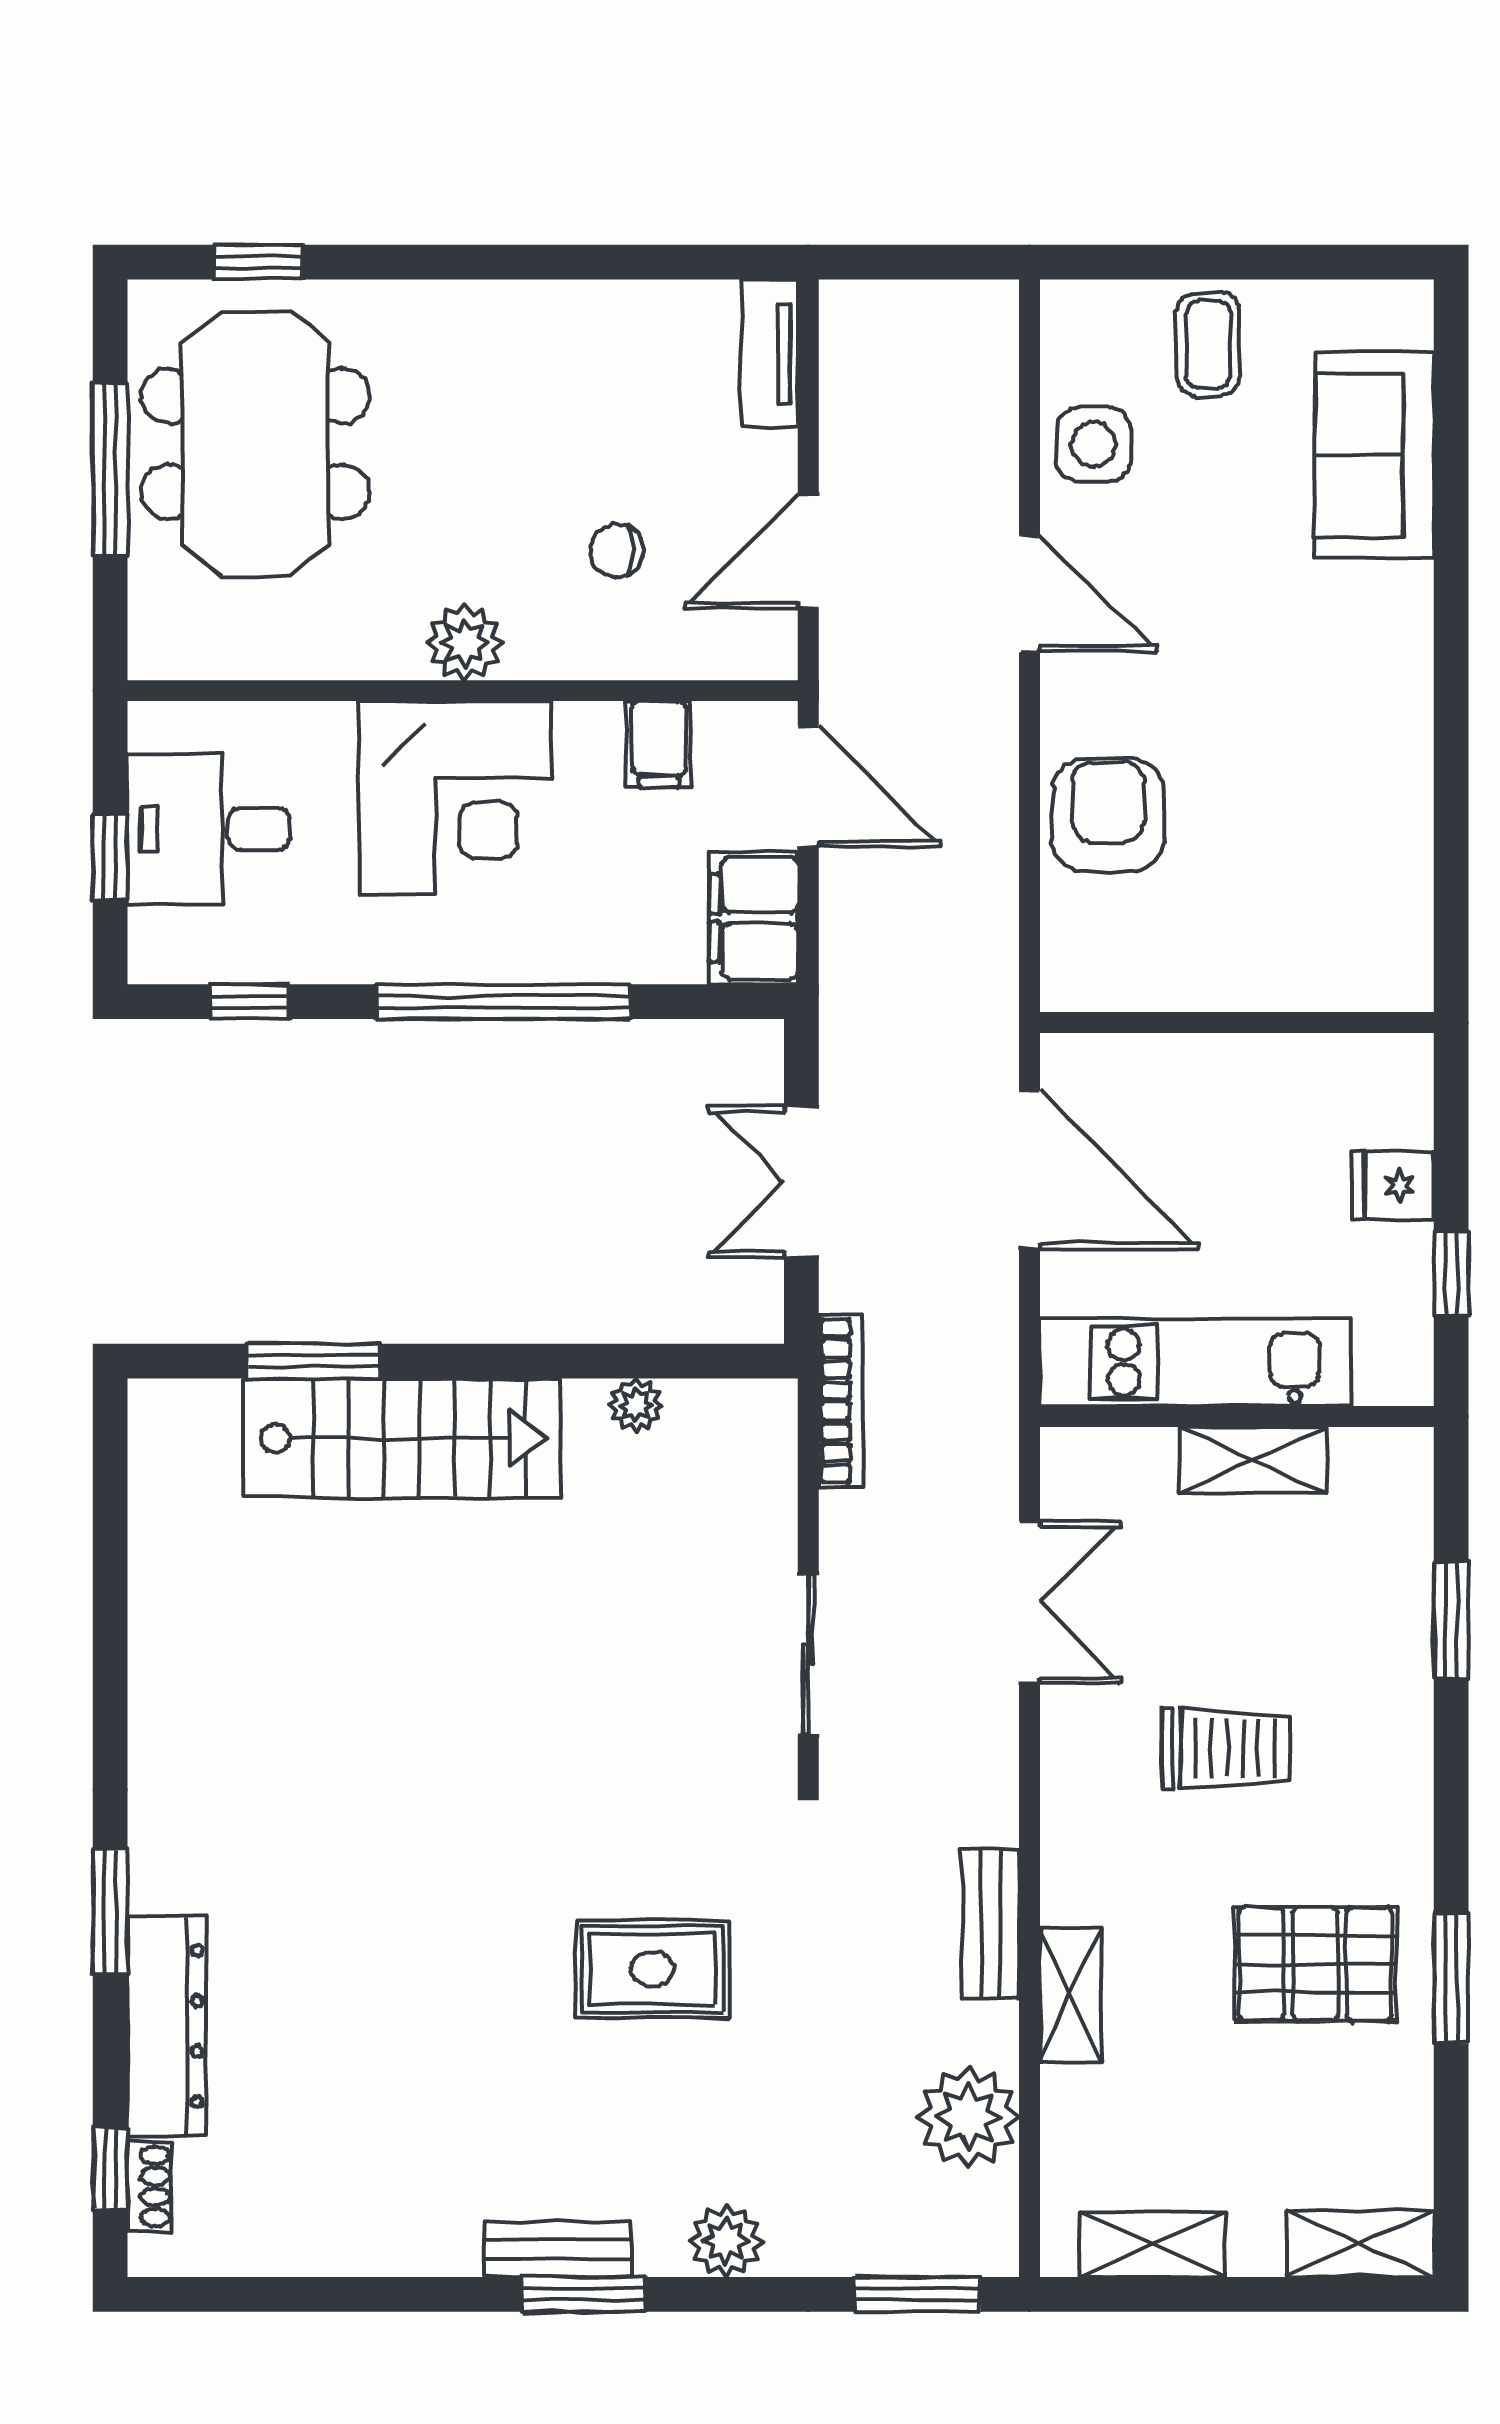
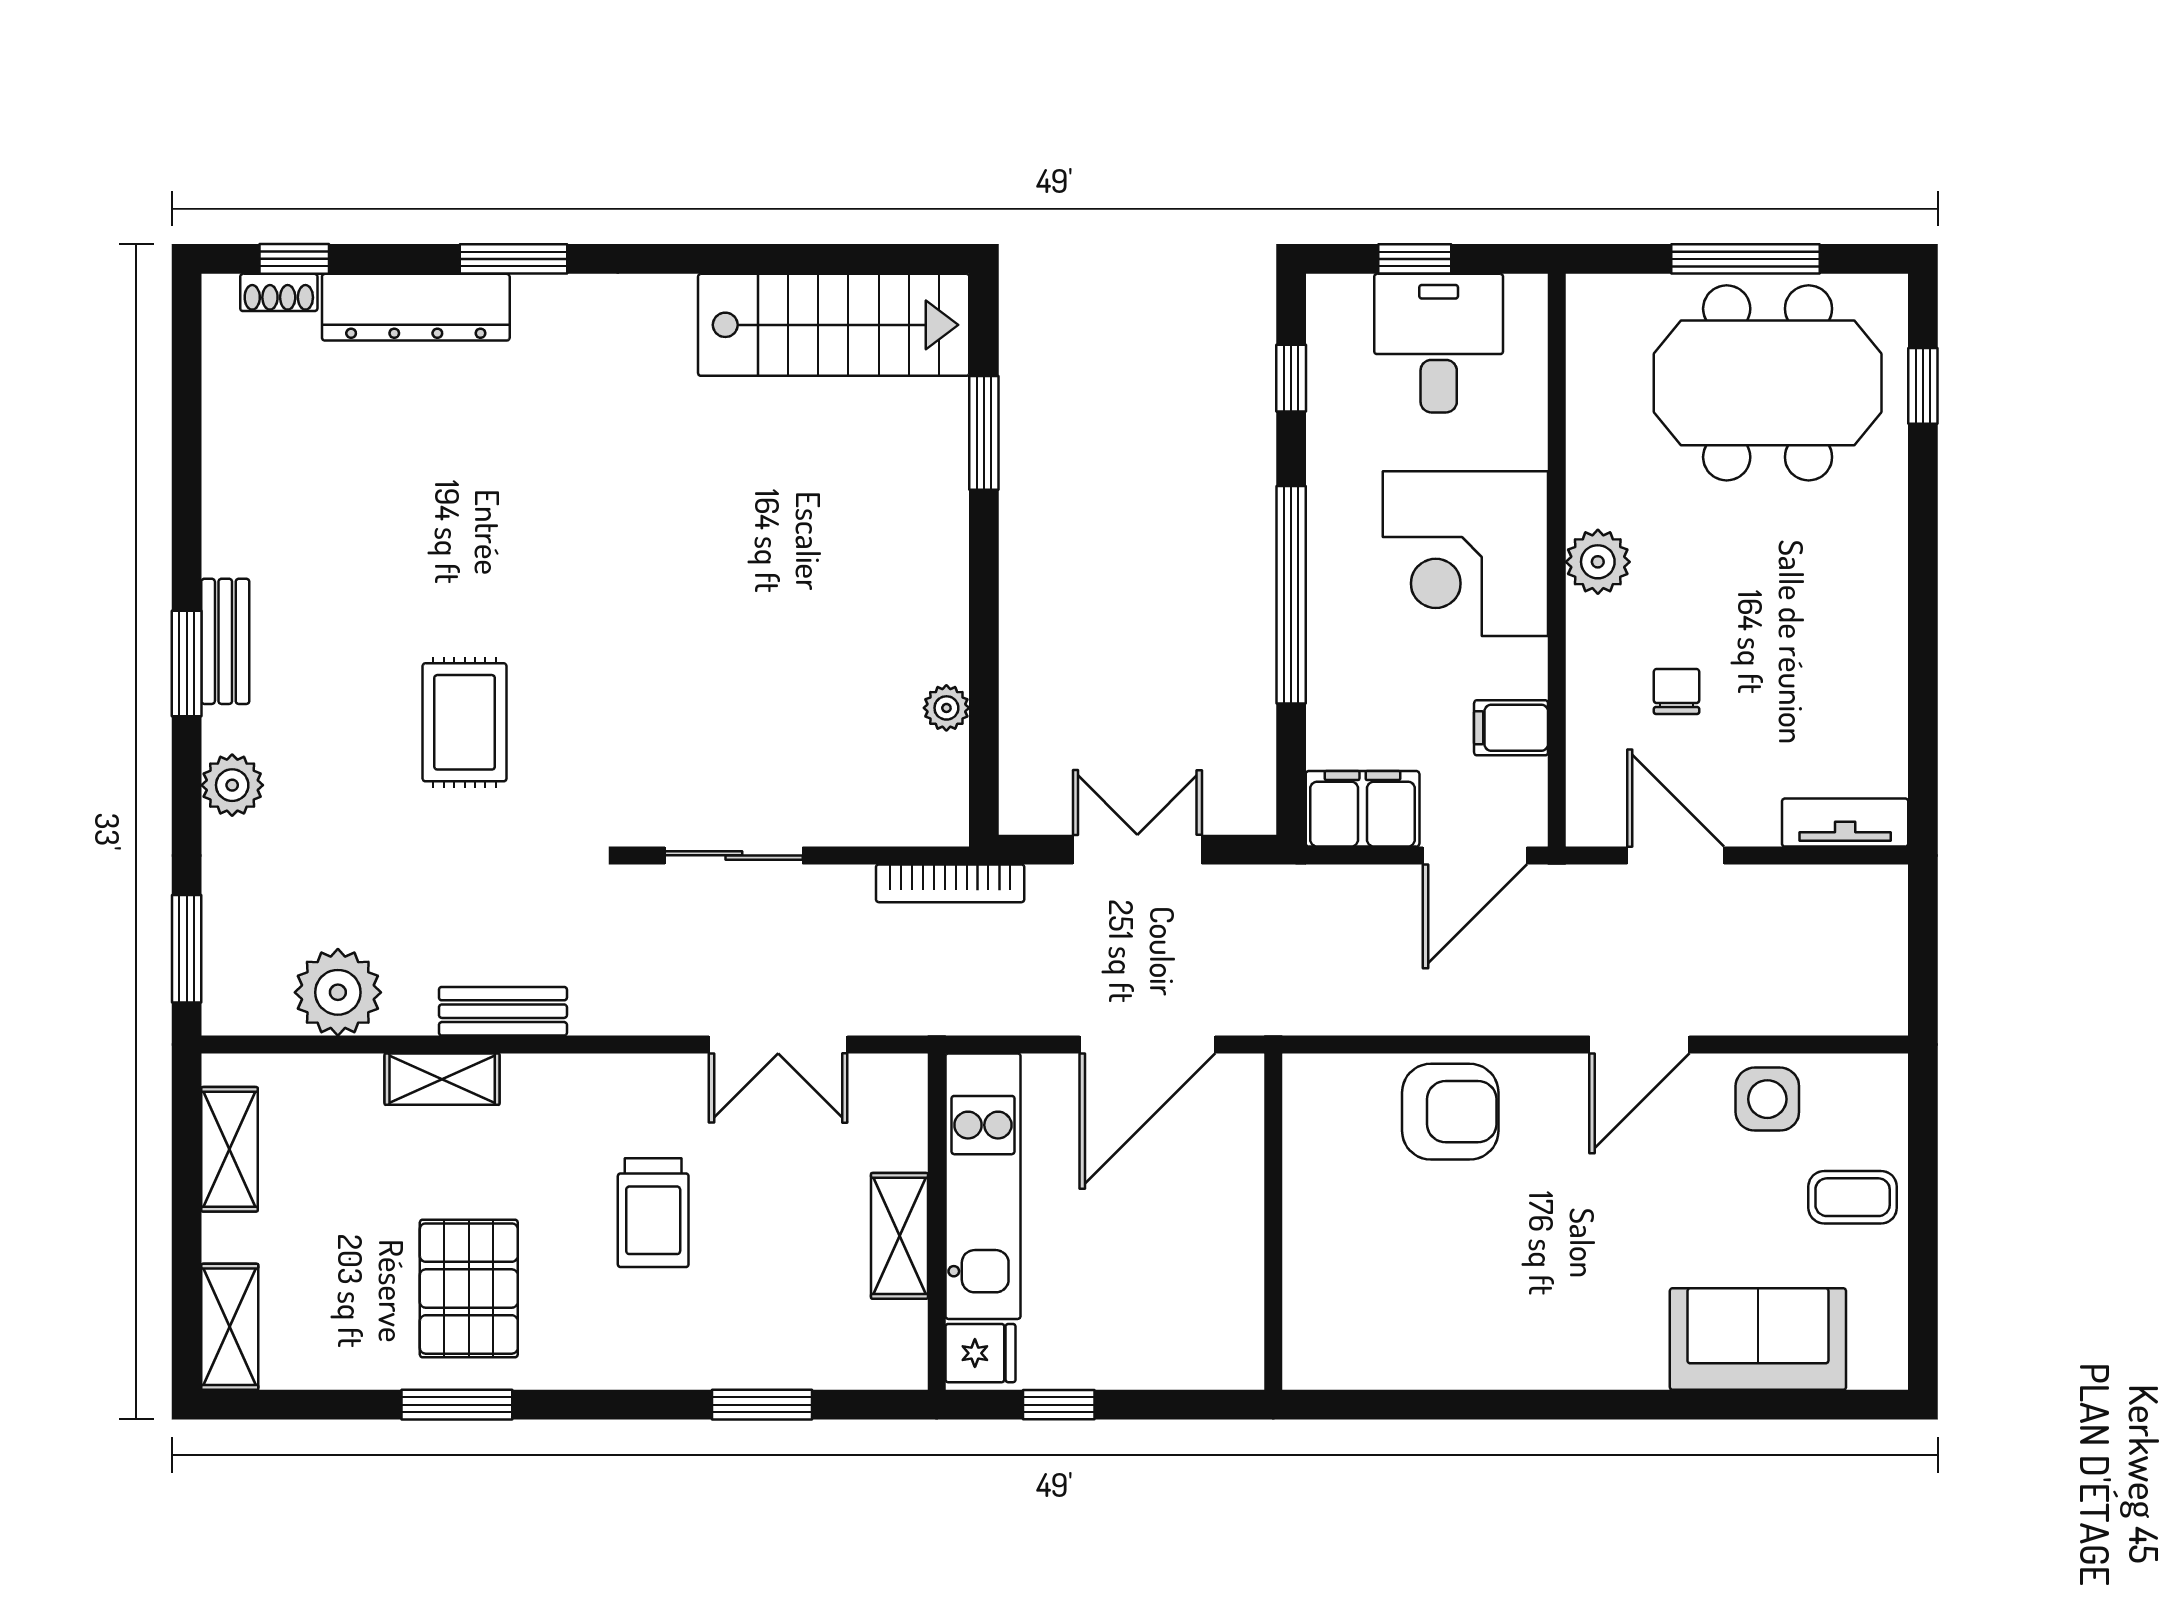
fridge: (1393, 1185) -> (980, 1353), moved, turned 90
stairs: (402, 1438) -> (834, 325), moved, turned -90

